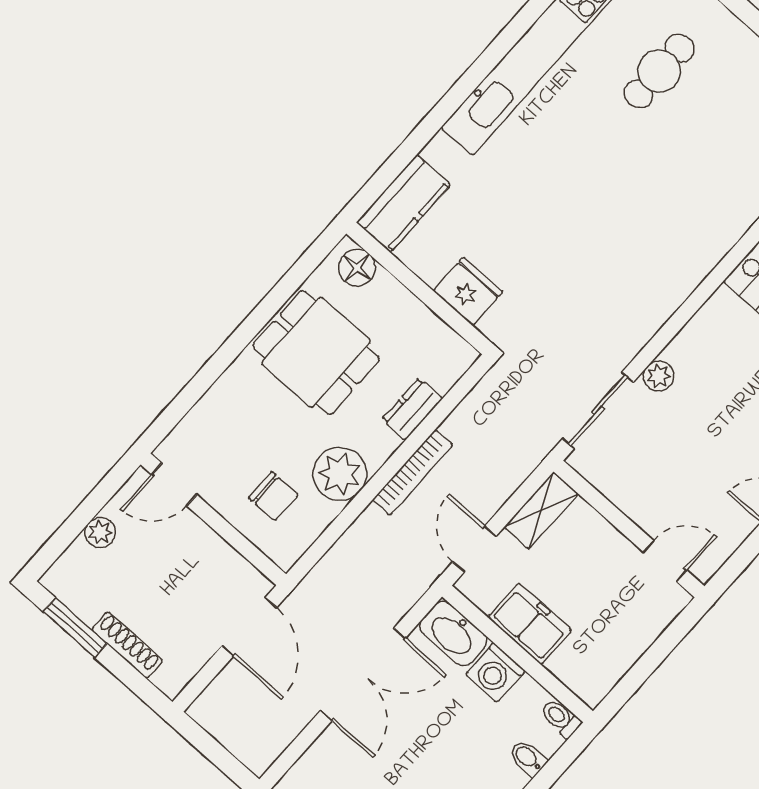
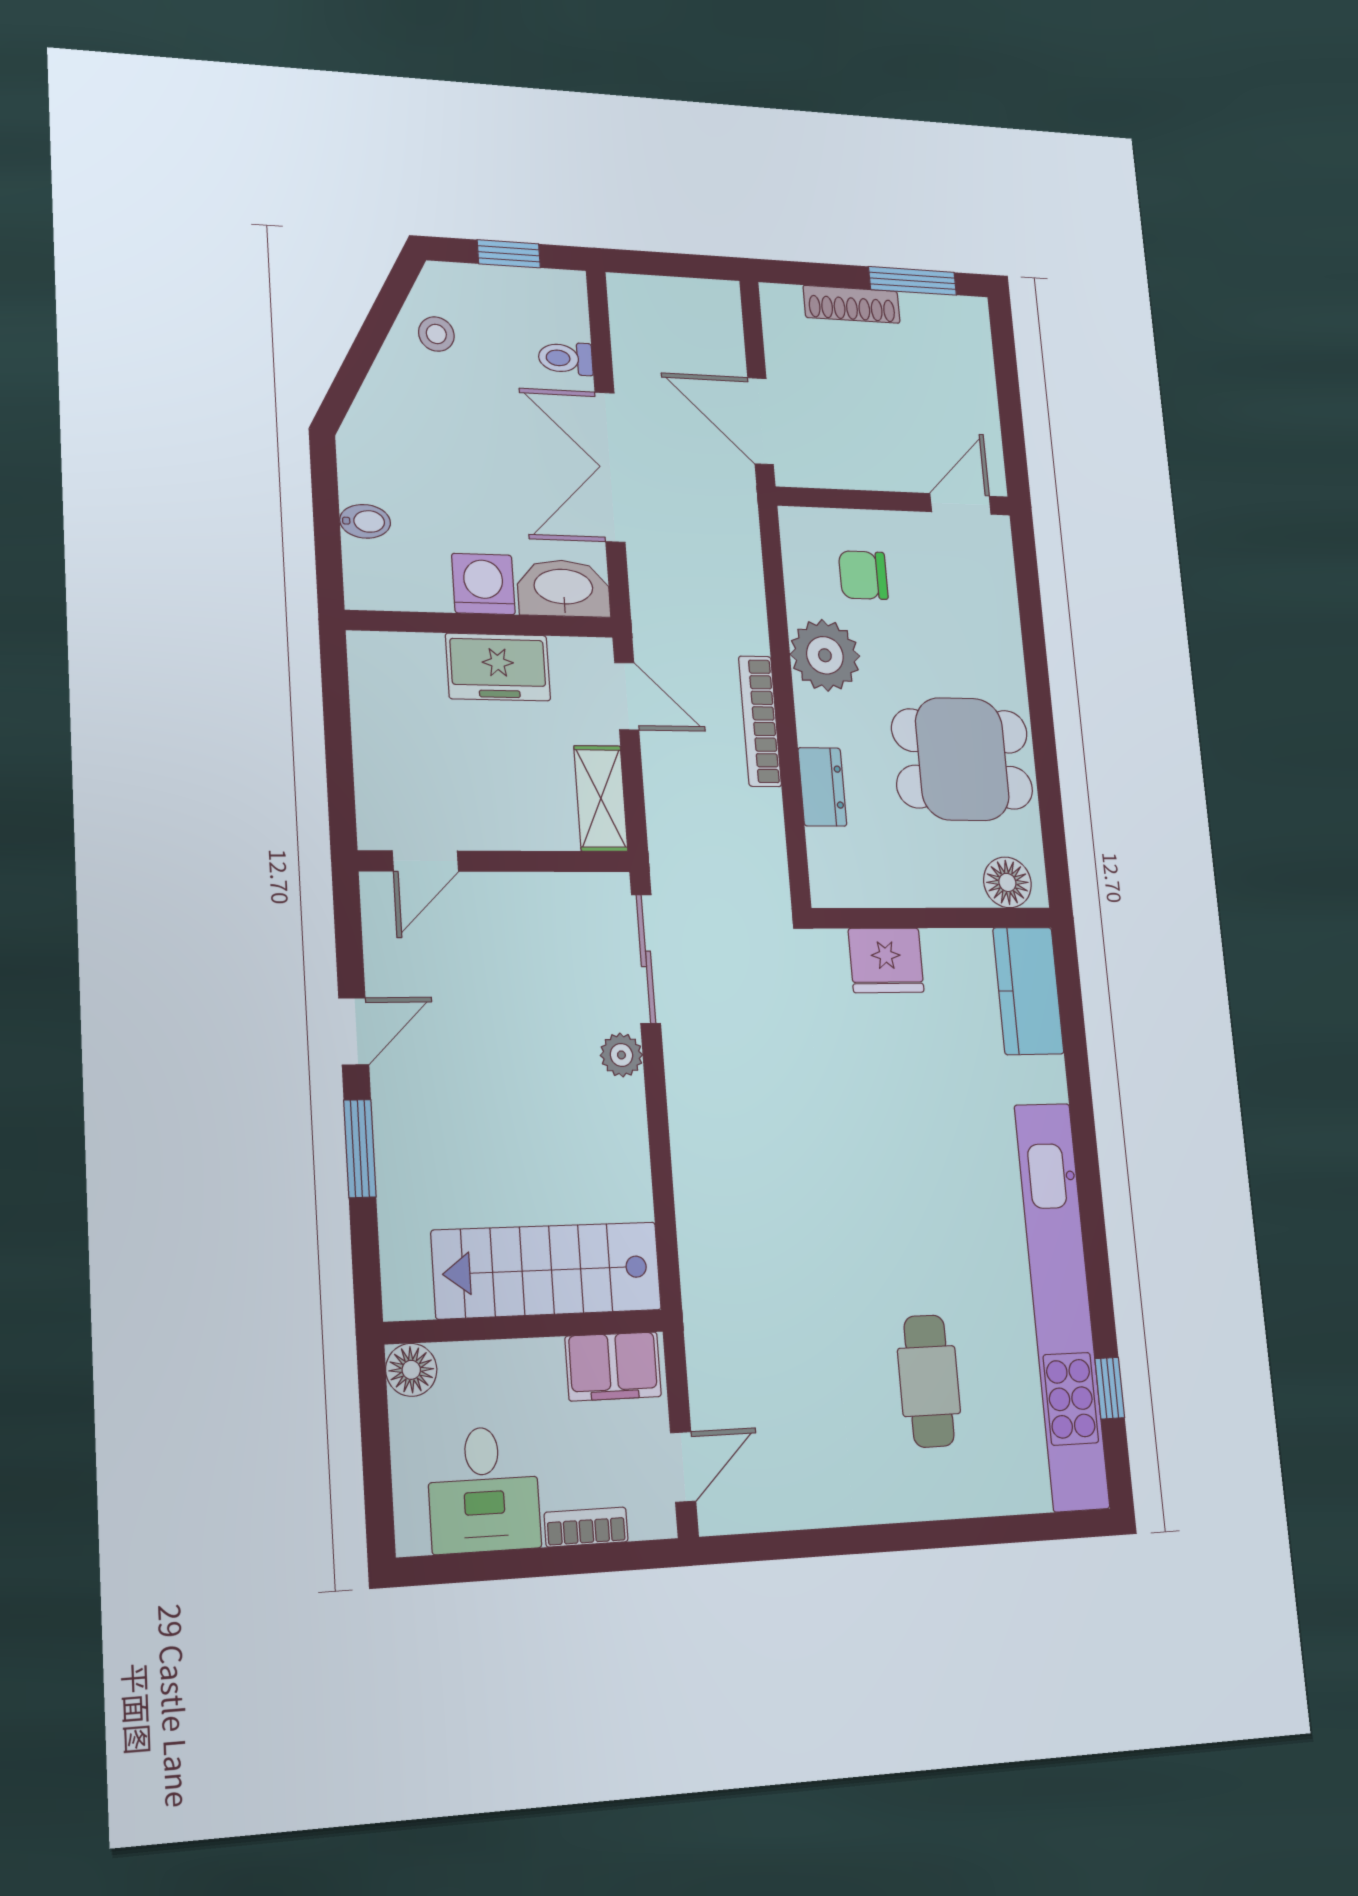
plant: (100, 532) -> (979, 396), removed
toilet: (561, 718) -> (566, 358), moved, turned 180

